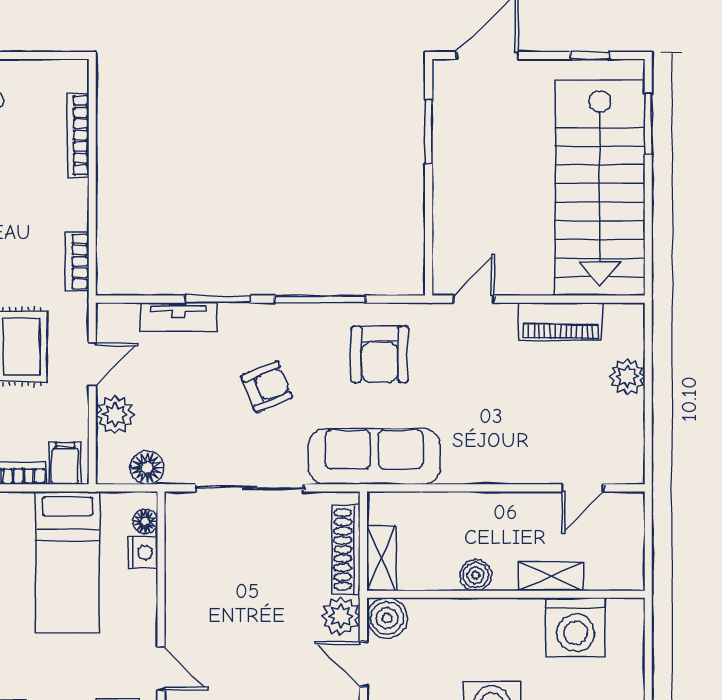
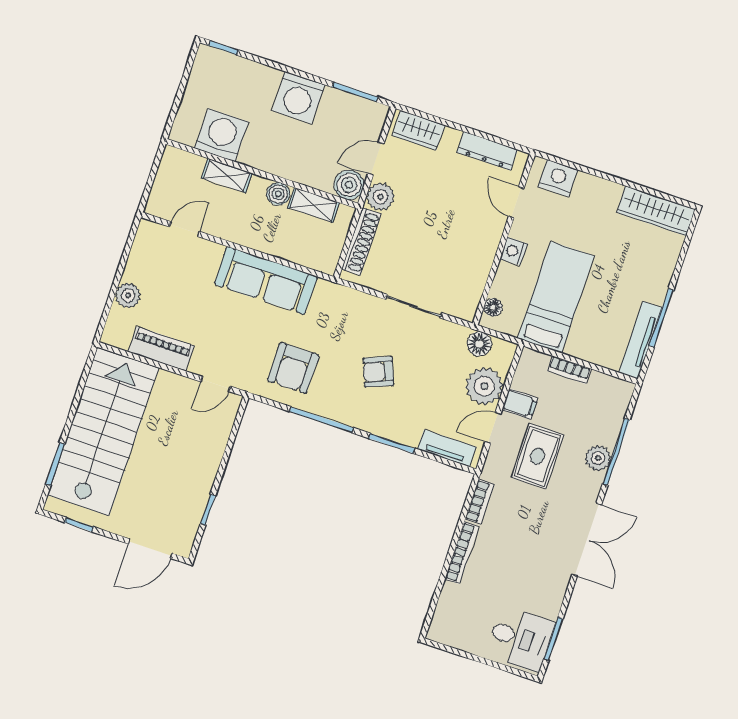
window: (429, 132) -> (208, 510), width x0.67
bookcase: (78, 135) -> (462, 553), moved
tv unit: (179, 317) -> (447, 448), moved
armchair: (380, 354) -> (293, 368), turned 180
plant: (115, 415) -> (484, 386), width x1.36, depth x1.36
sofa: (374, 457) -> (266, 280), moved
filing cabinet: (65, 463) -> (520, 404), moved, turned -90
sliding door: (250, 488) -> (413, 306), width x0.73
nightstand: (143, 552) -> (514, 251), moved
shelving: (382, 558) -> (314, 205), moved, turned 90
door: (363, 664) -> (376, 159), swing flipped

